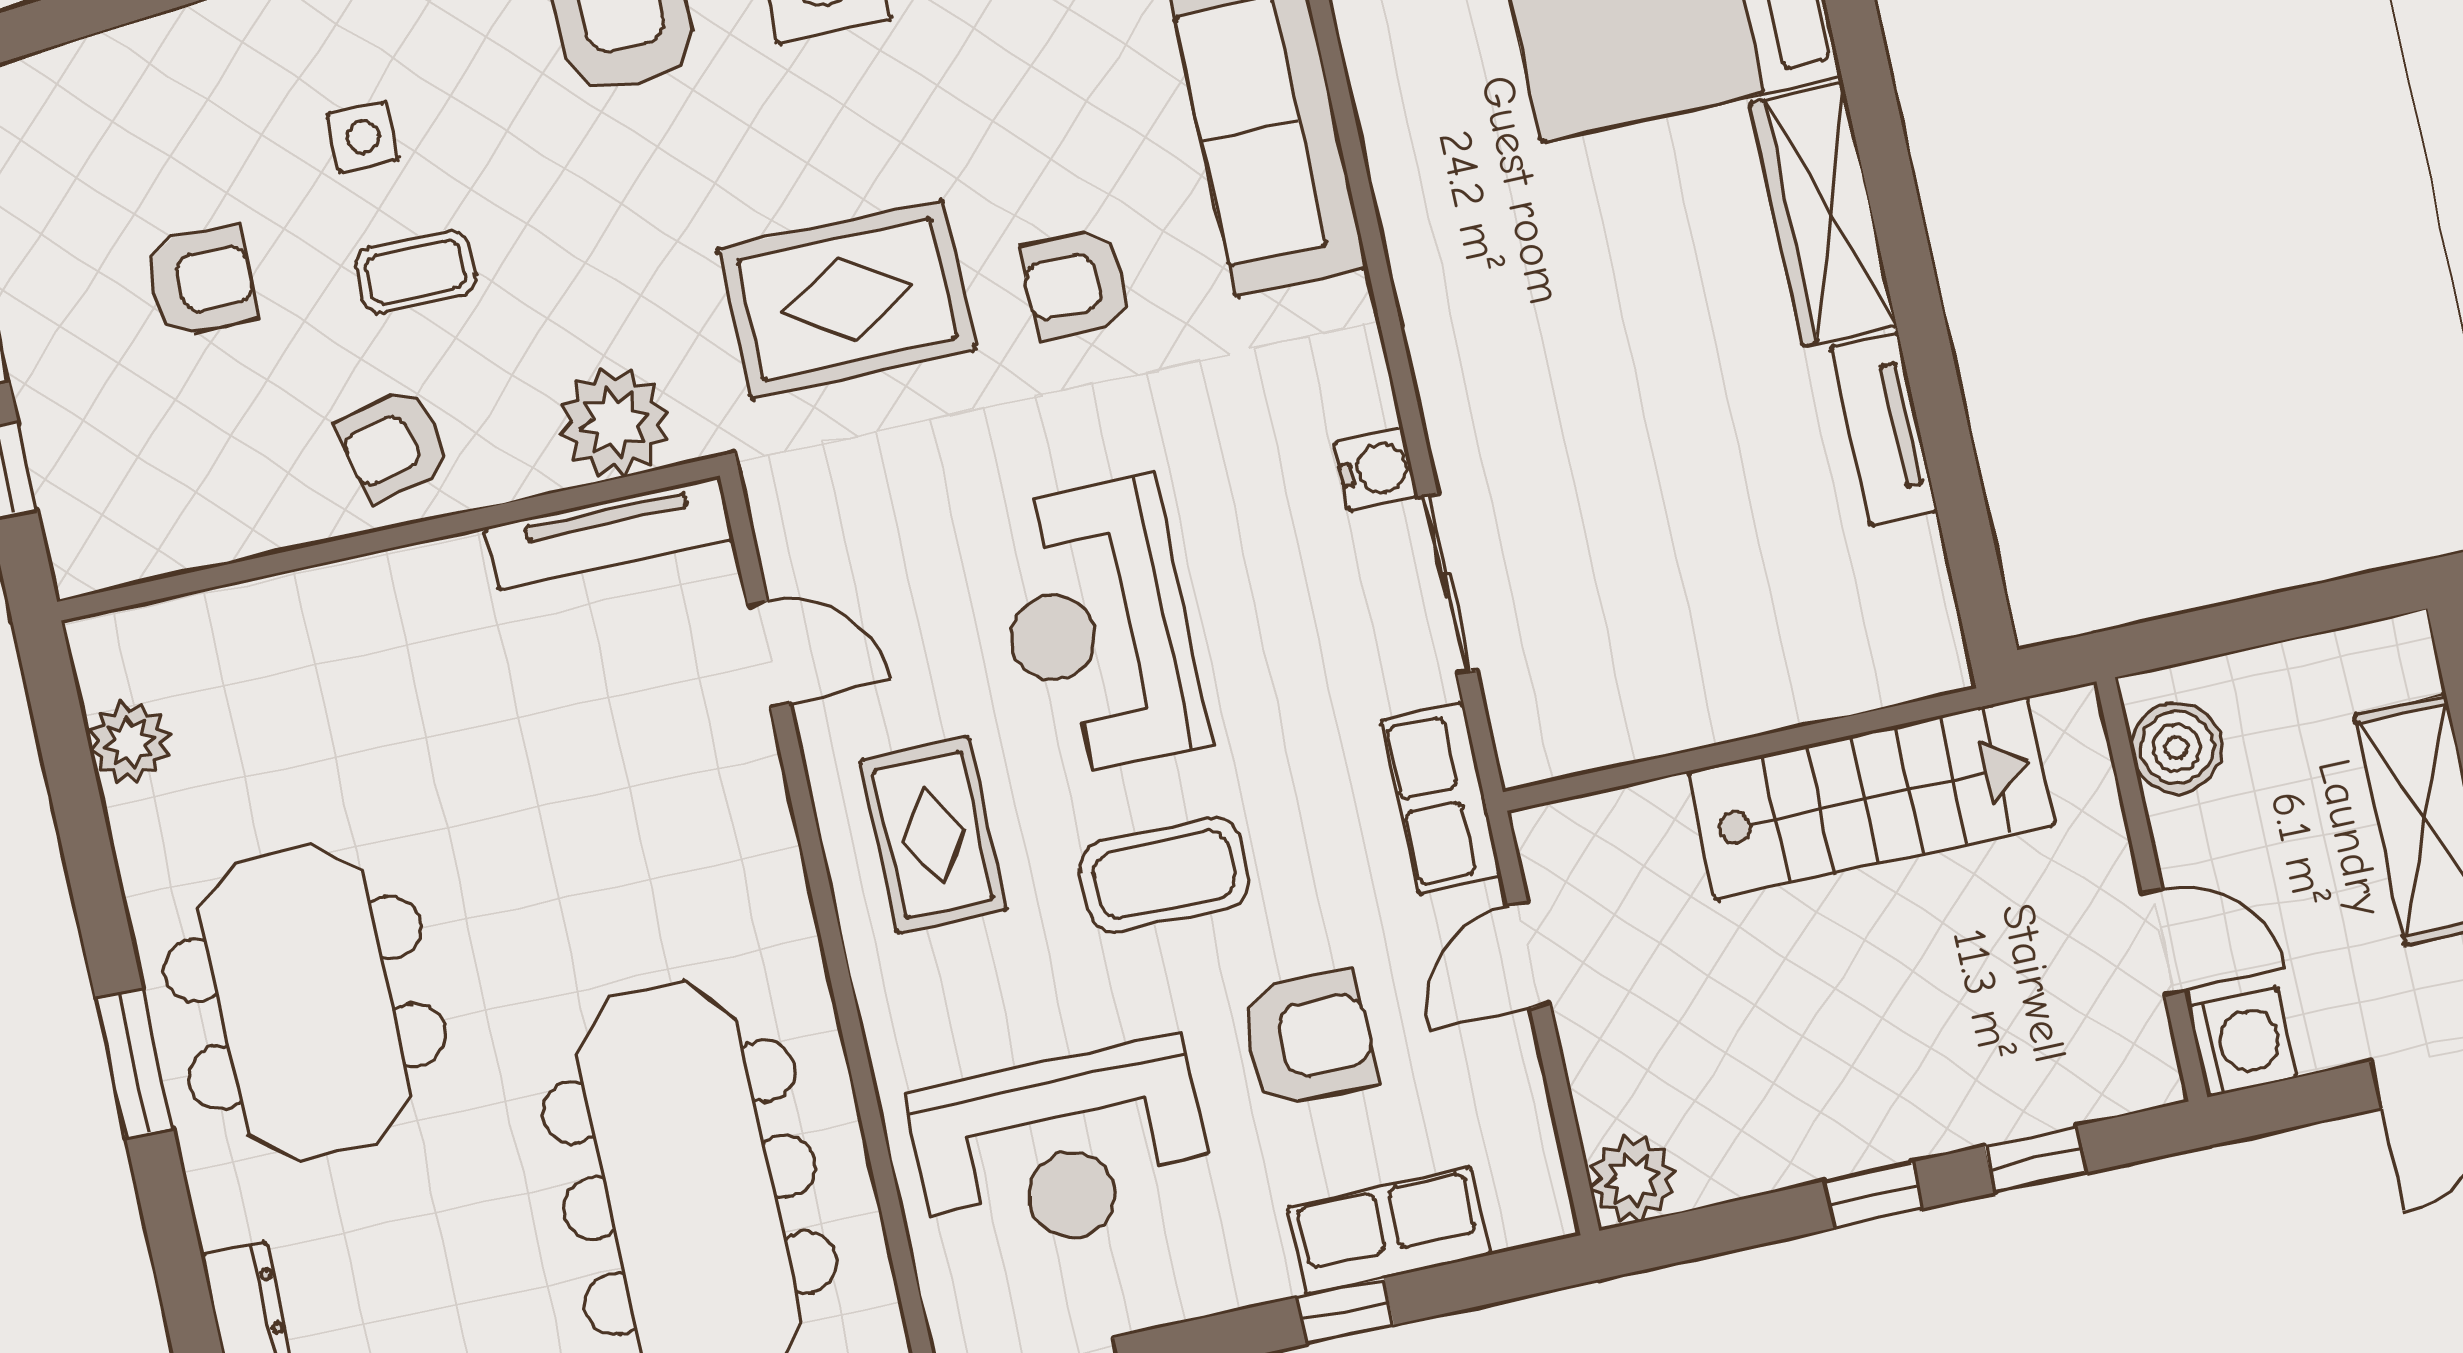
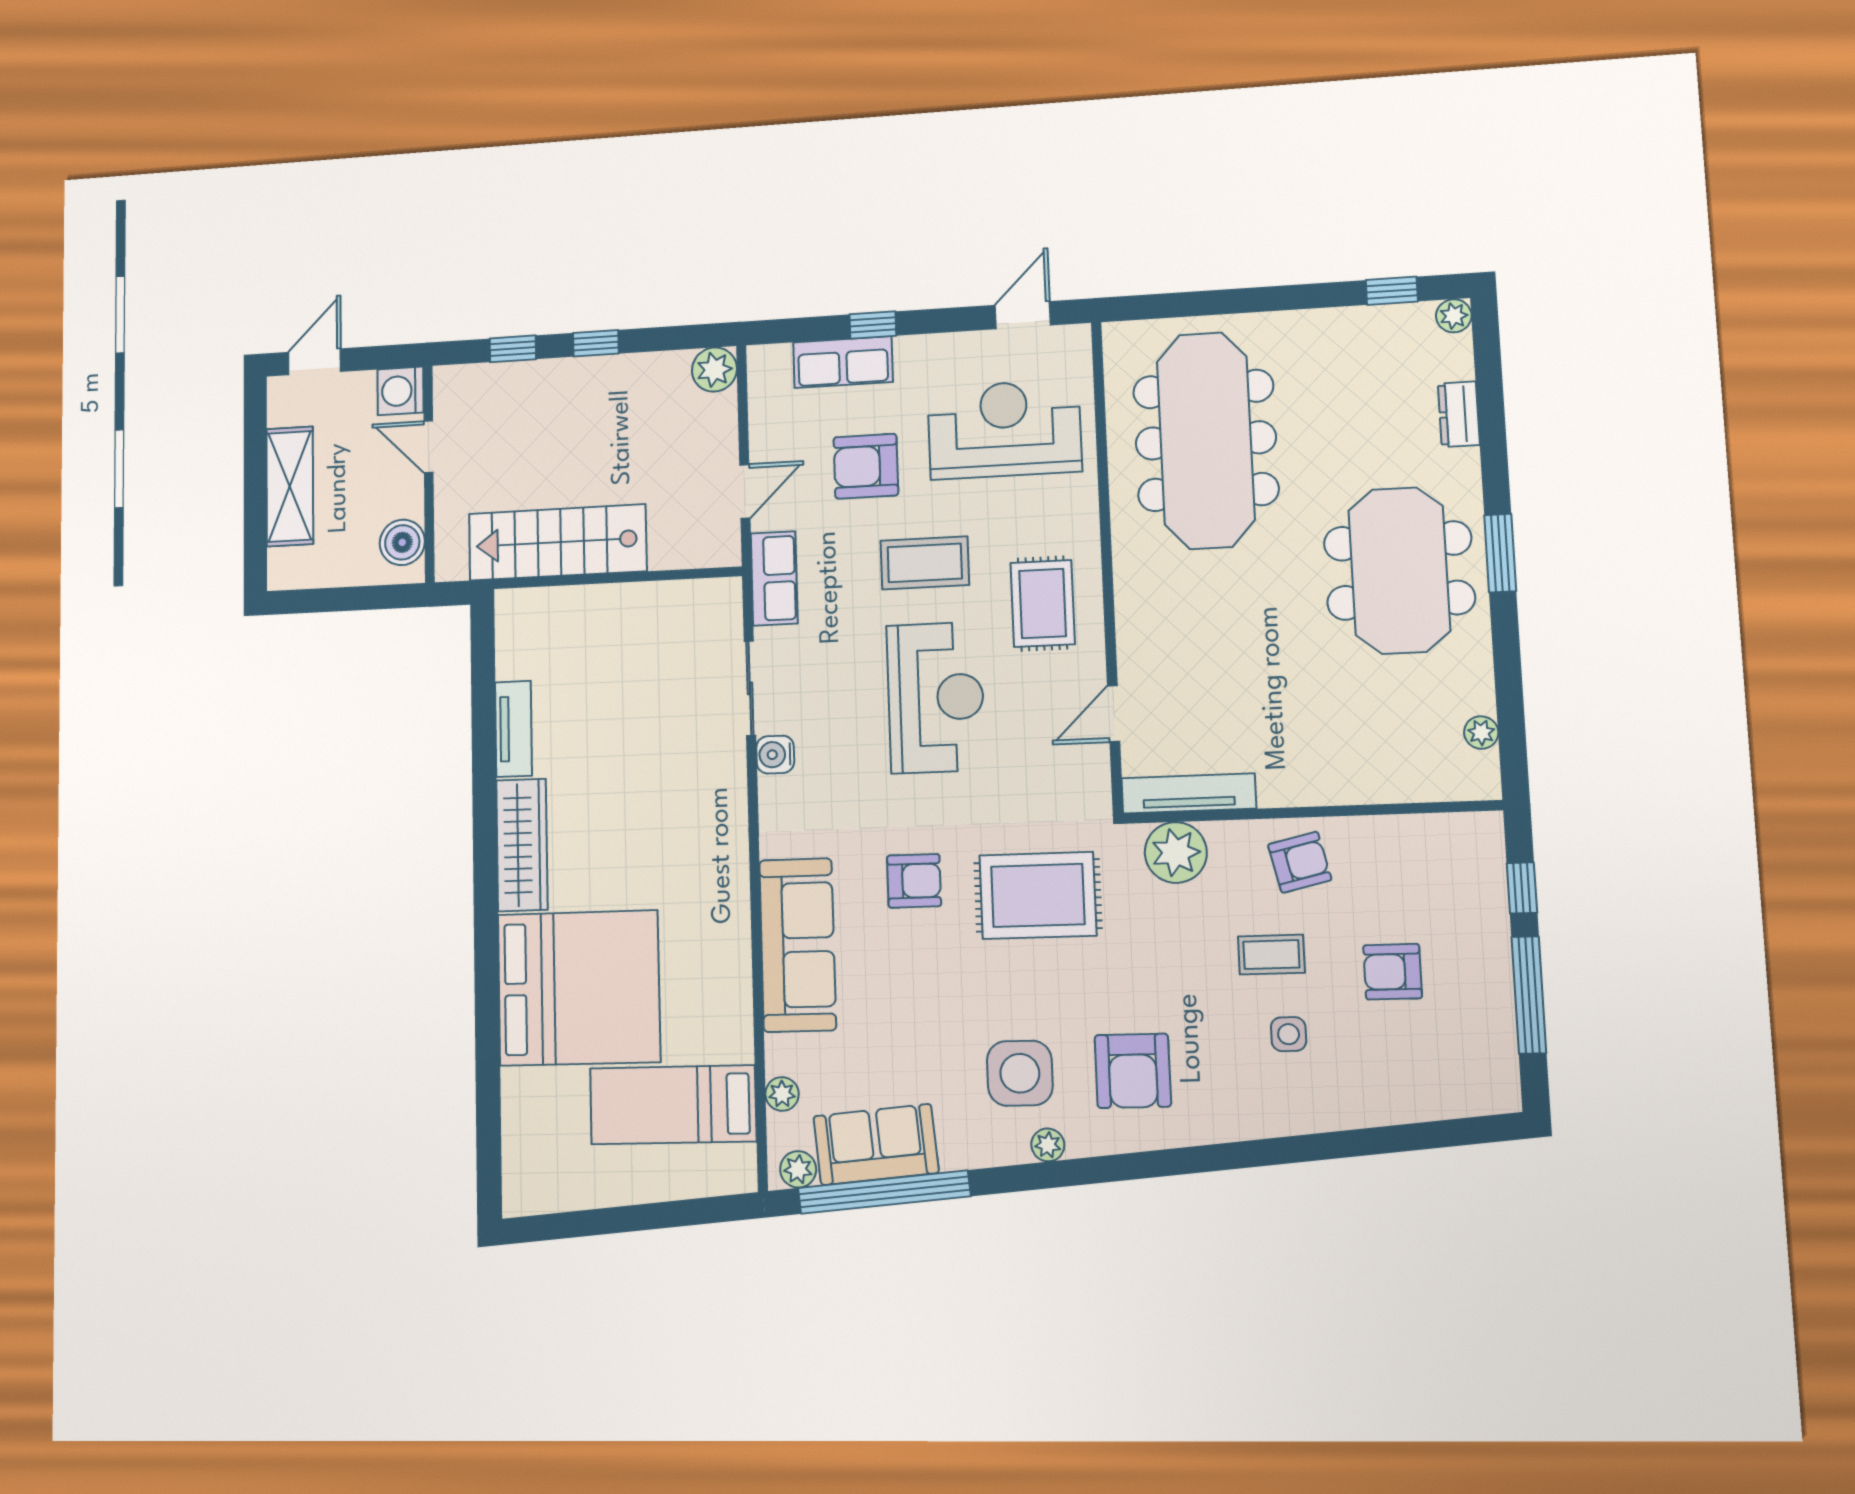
door: (769, 654) -> (1114, 714), hinge flipped
plant: (130, 742) -> (1481, 733), width x0.73, depth x0.73

